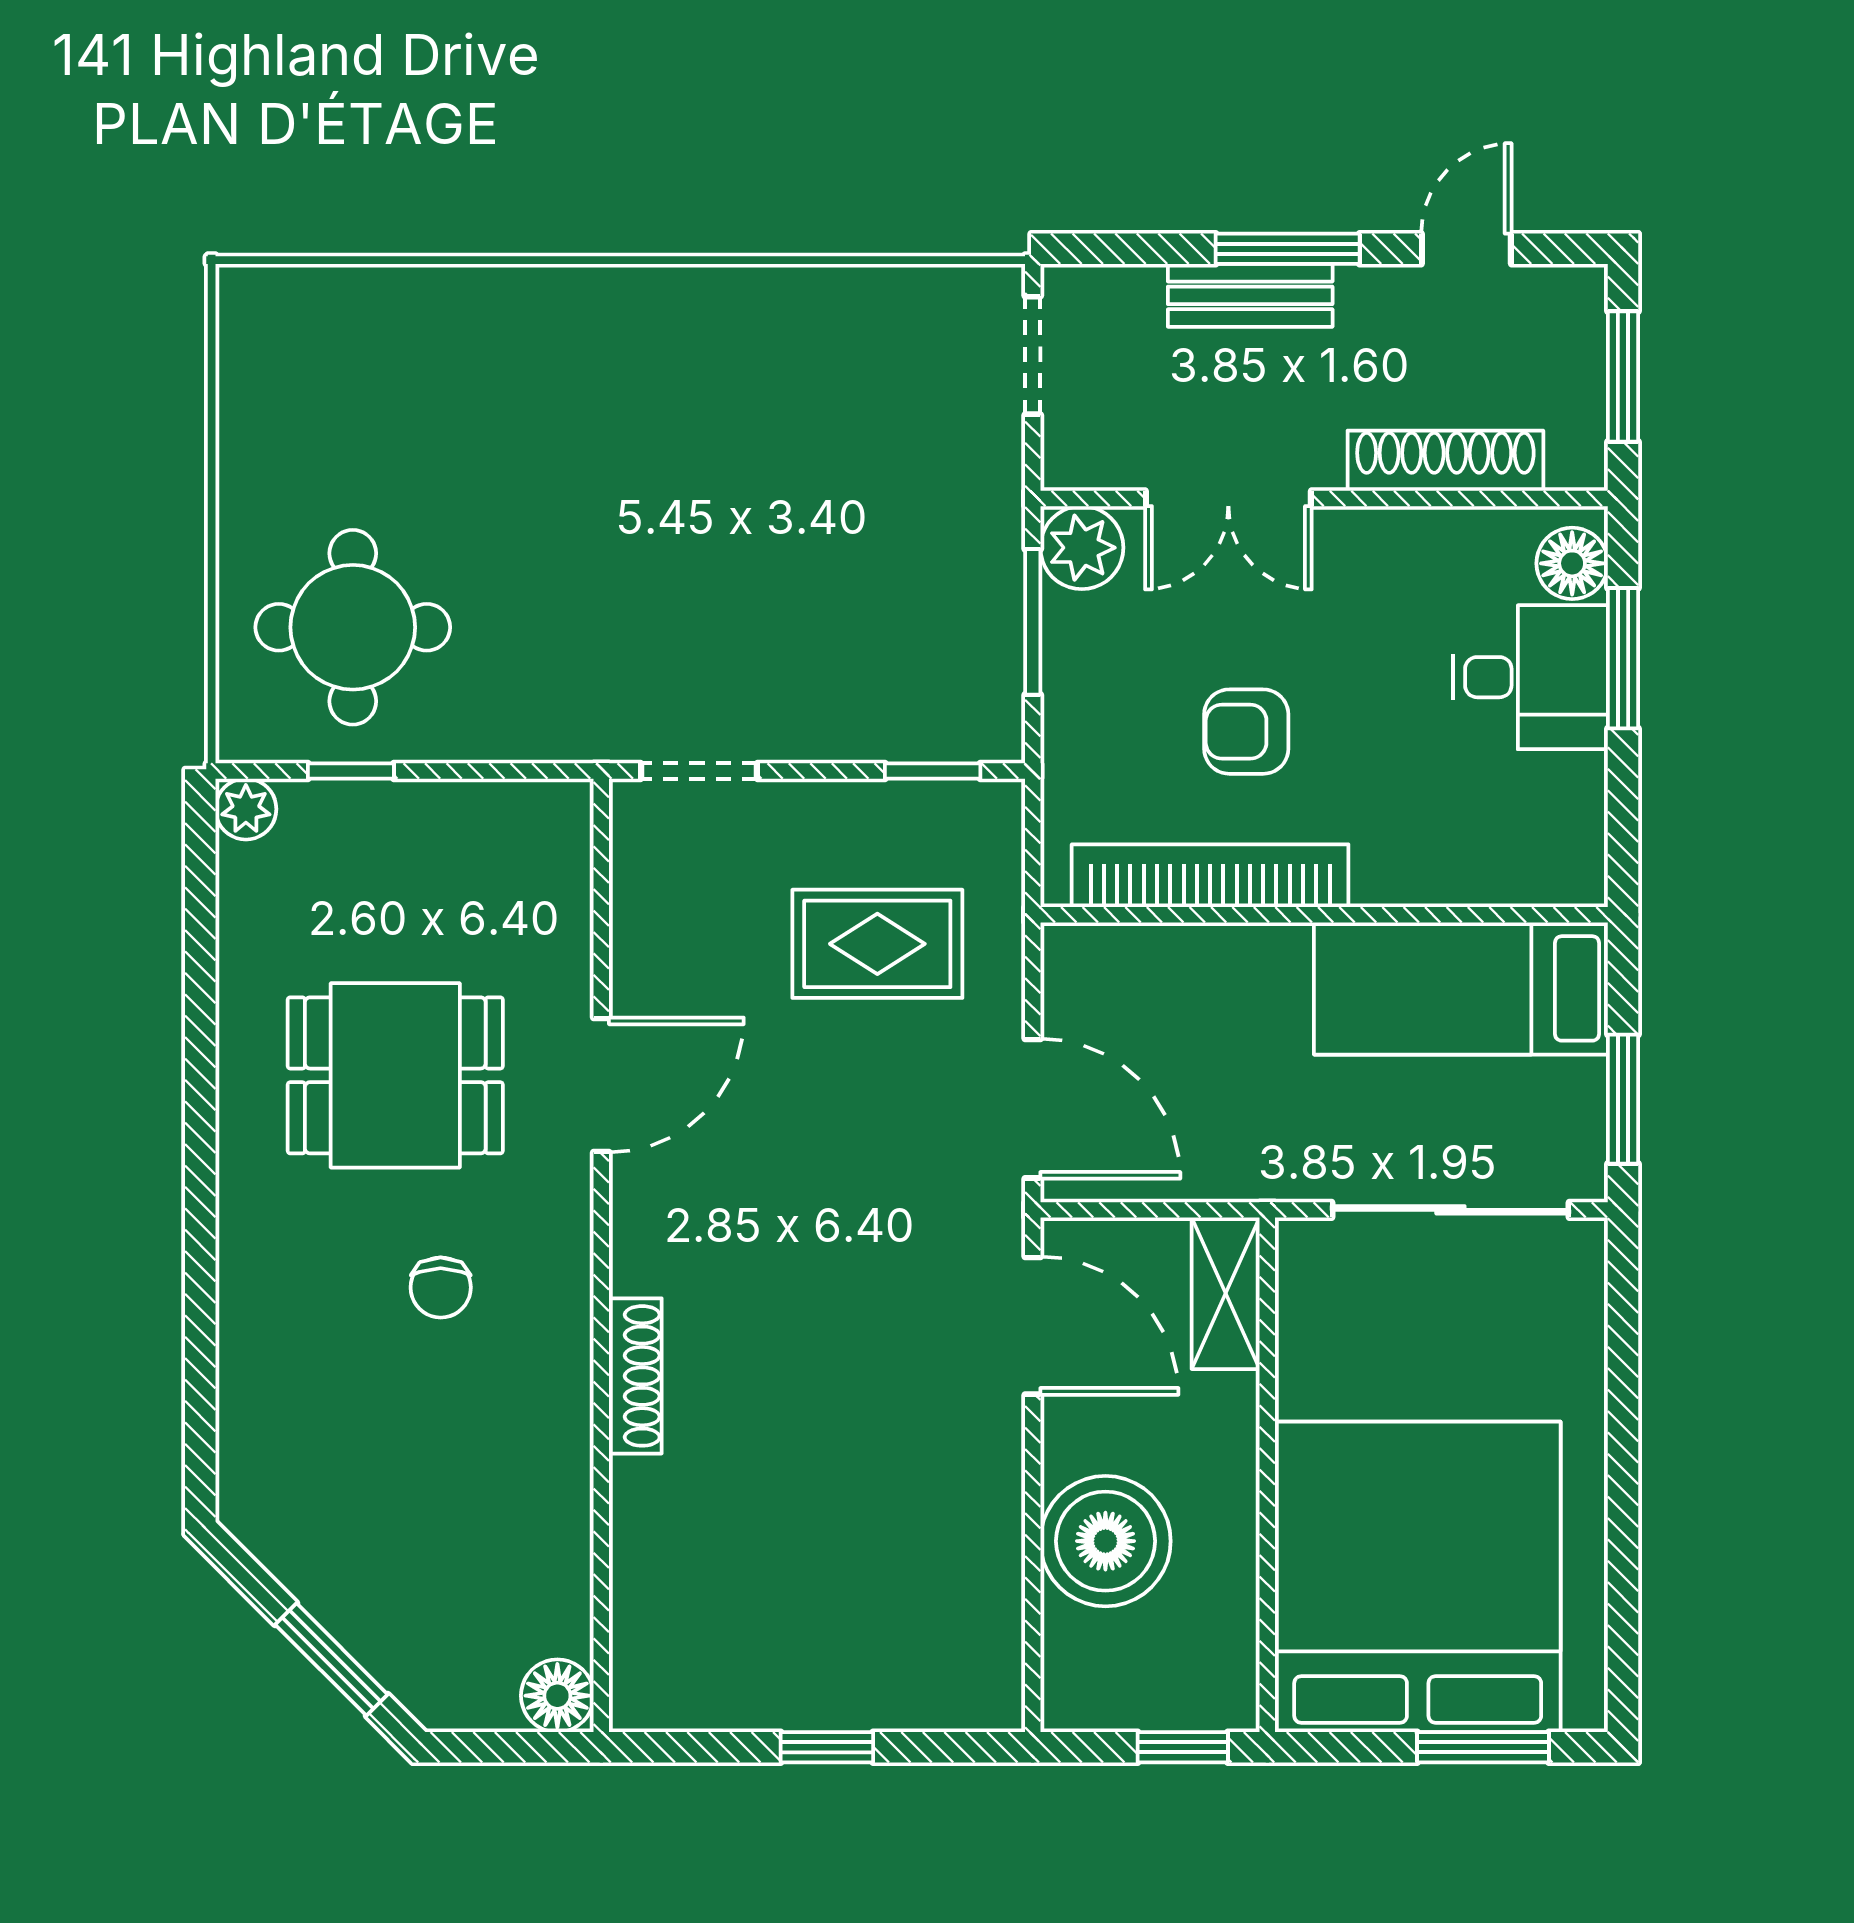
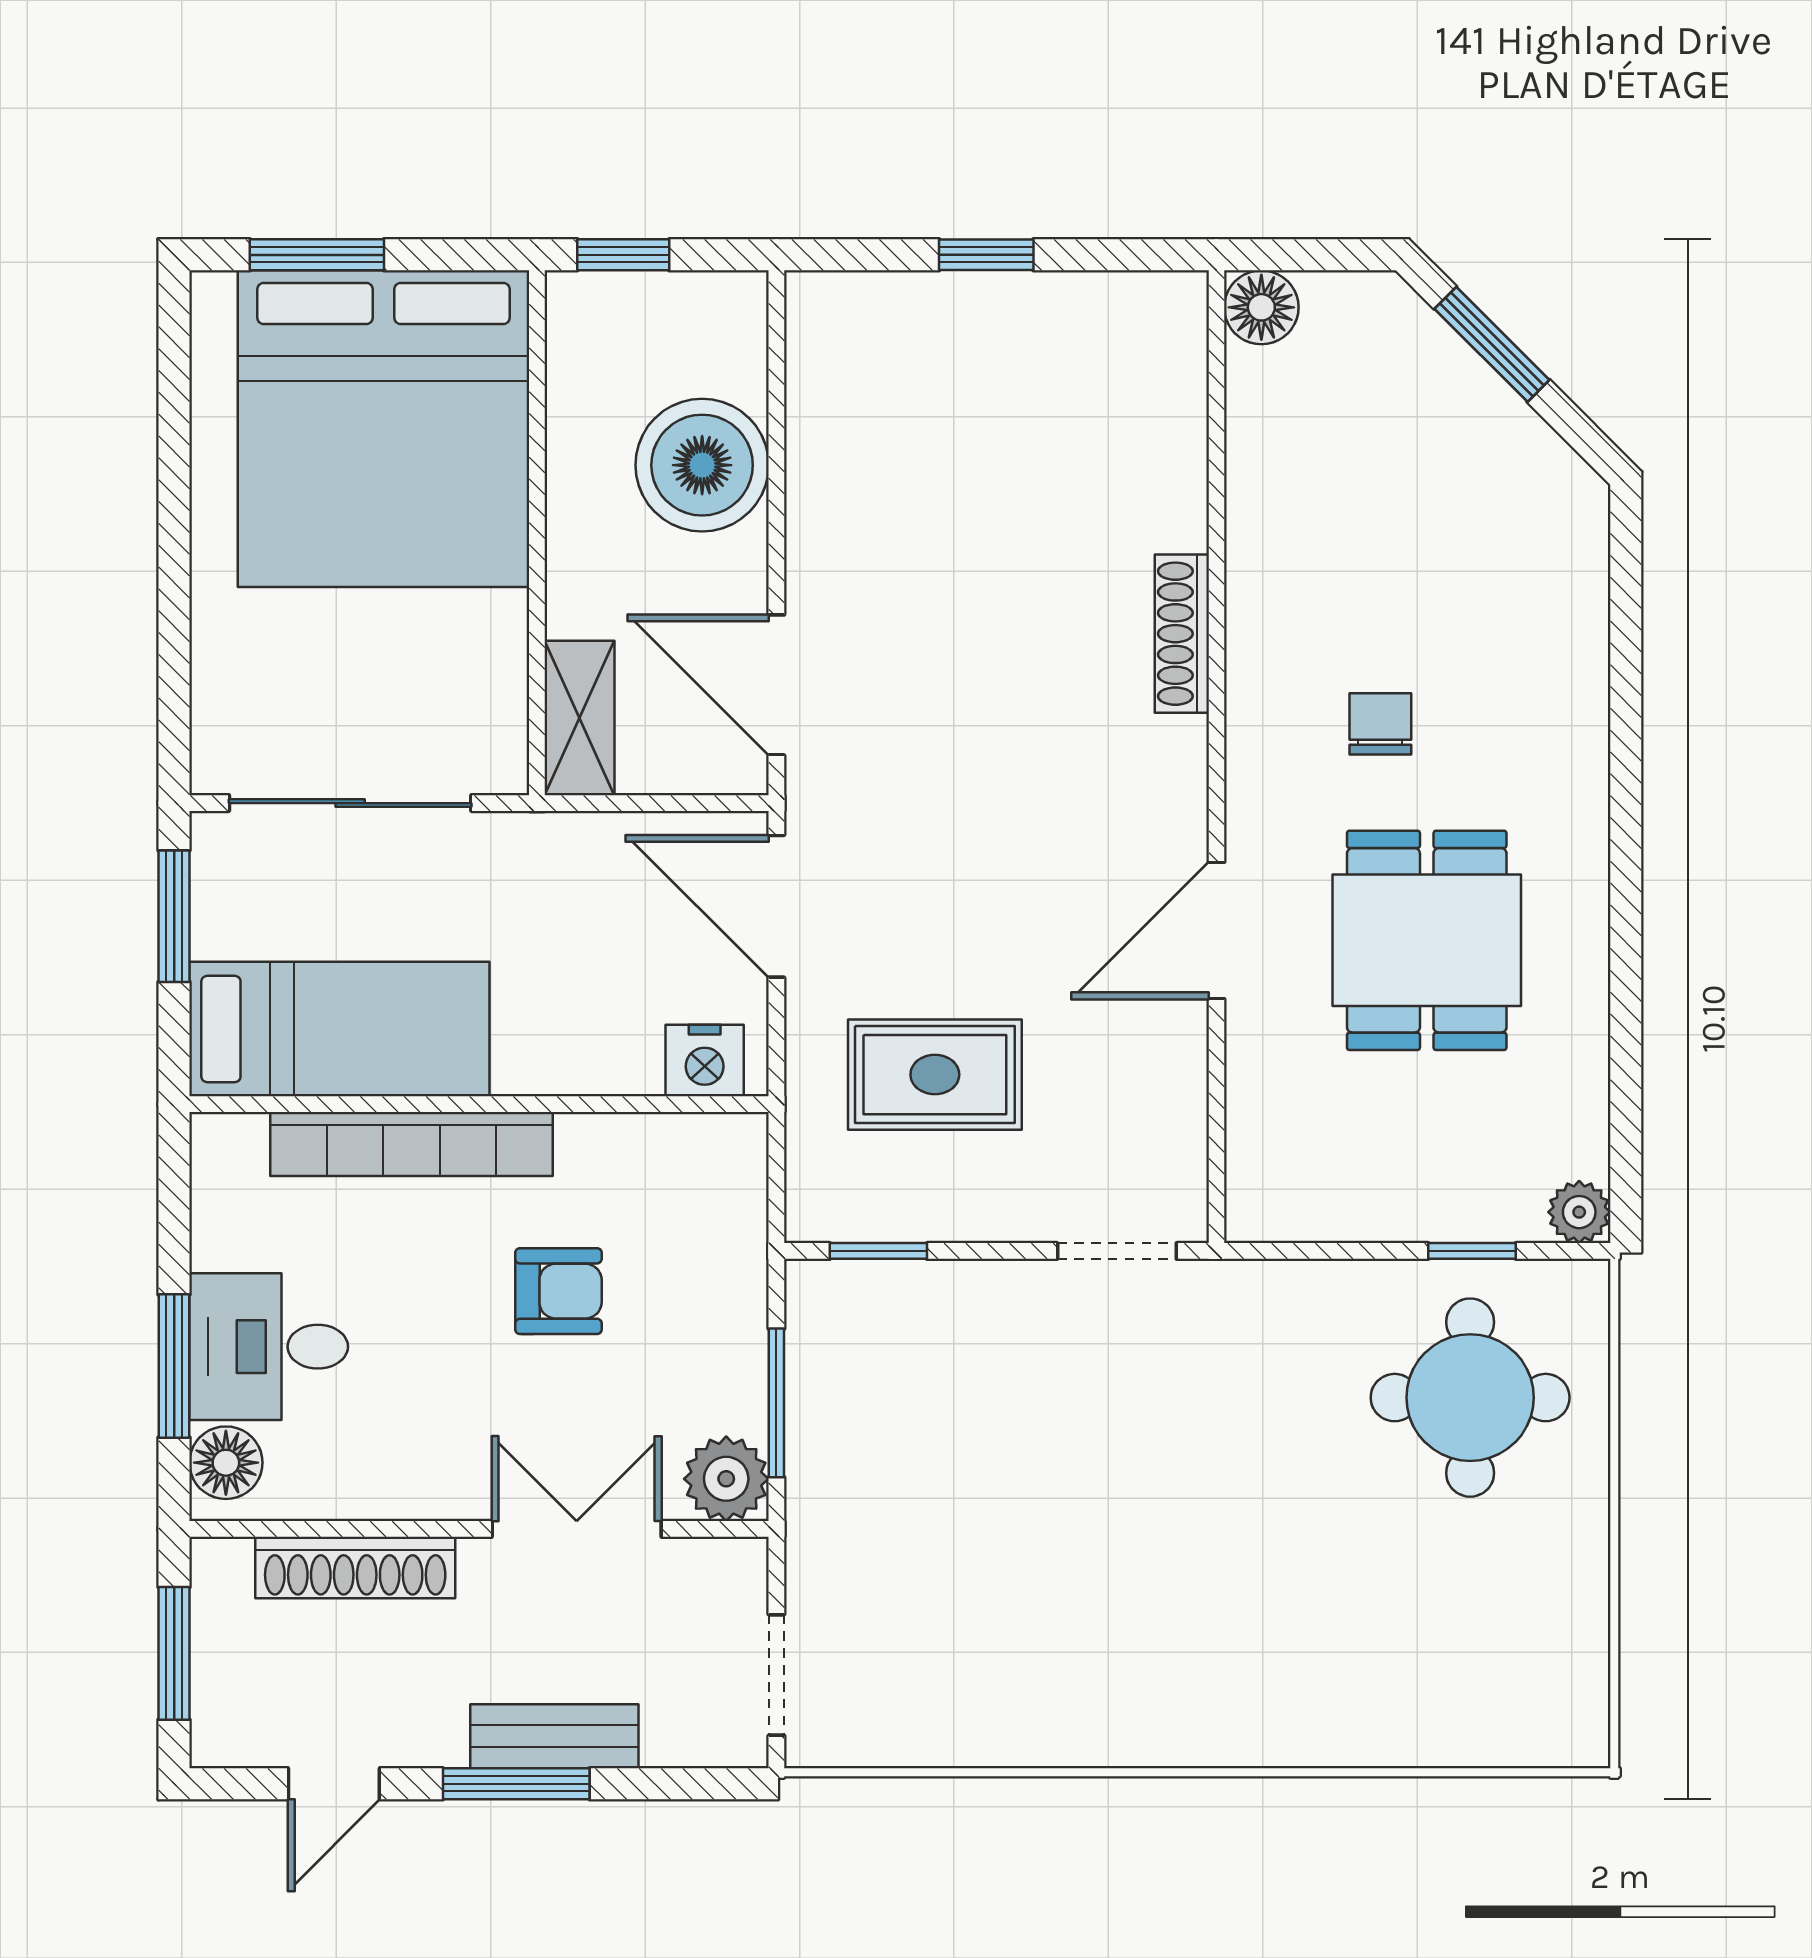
bookcase: (1210, 876) -> (411, 1144), moved
nightstand: (1103, 958) -> (705, 1061), added
dining table: (395, 1075) -> (1427, 940), turned 90

